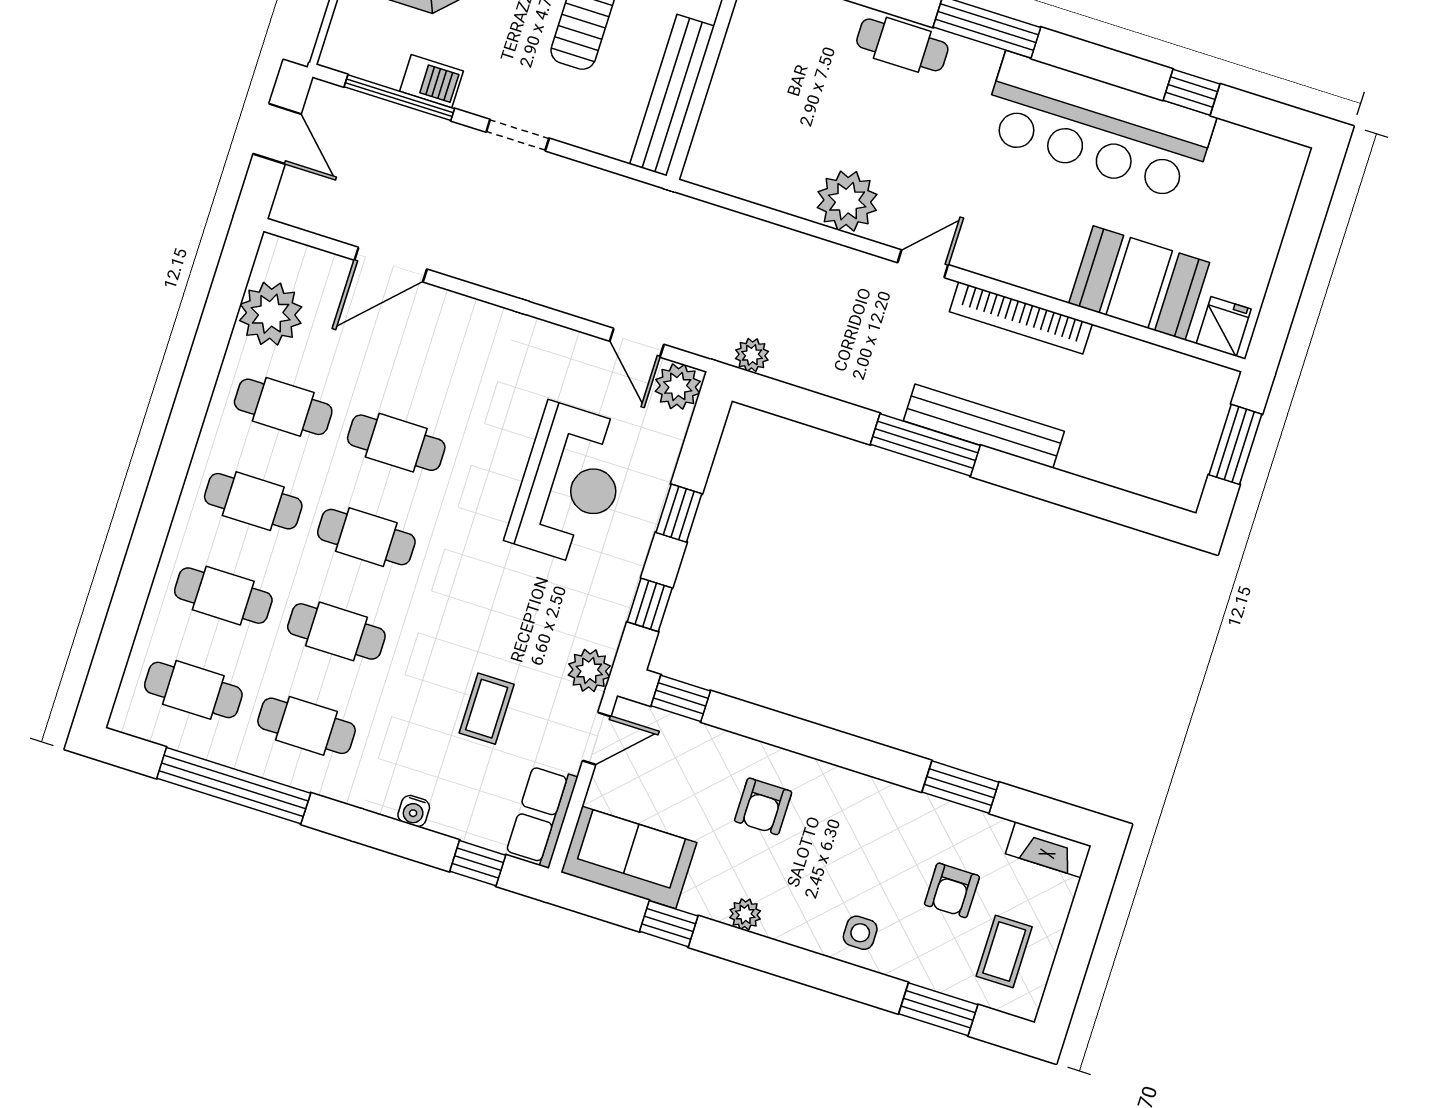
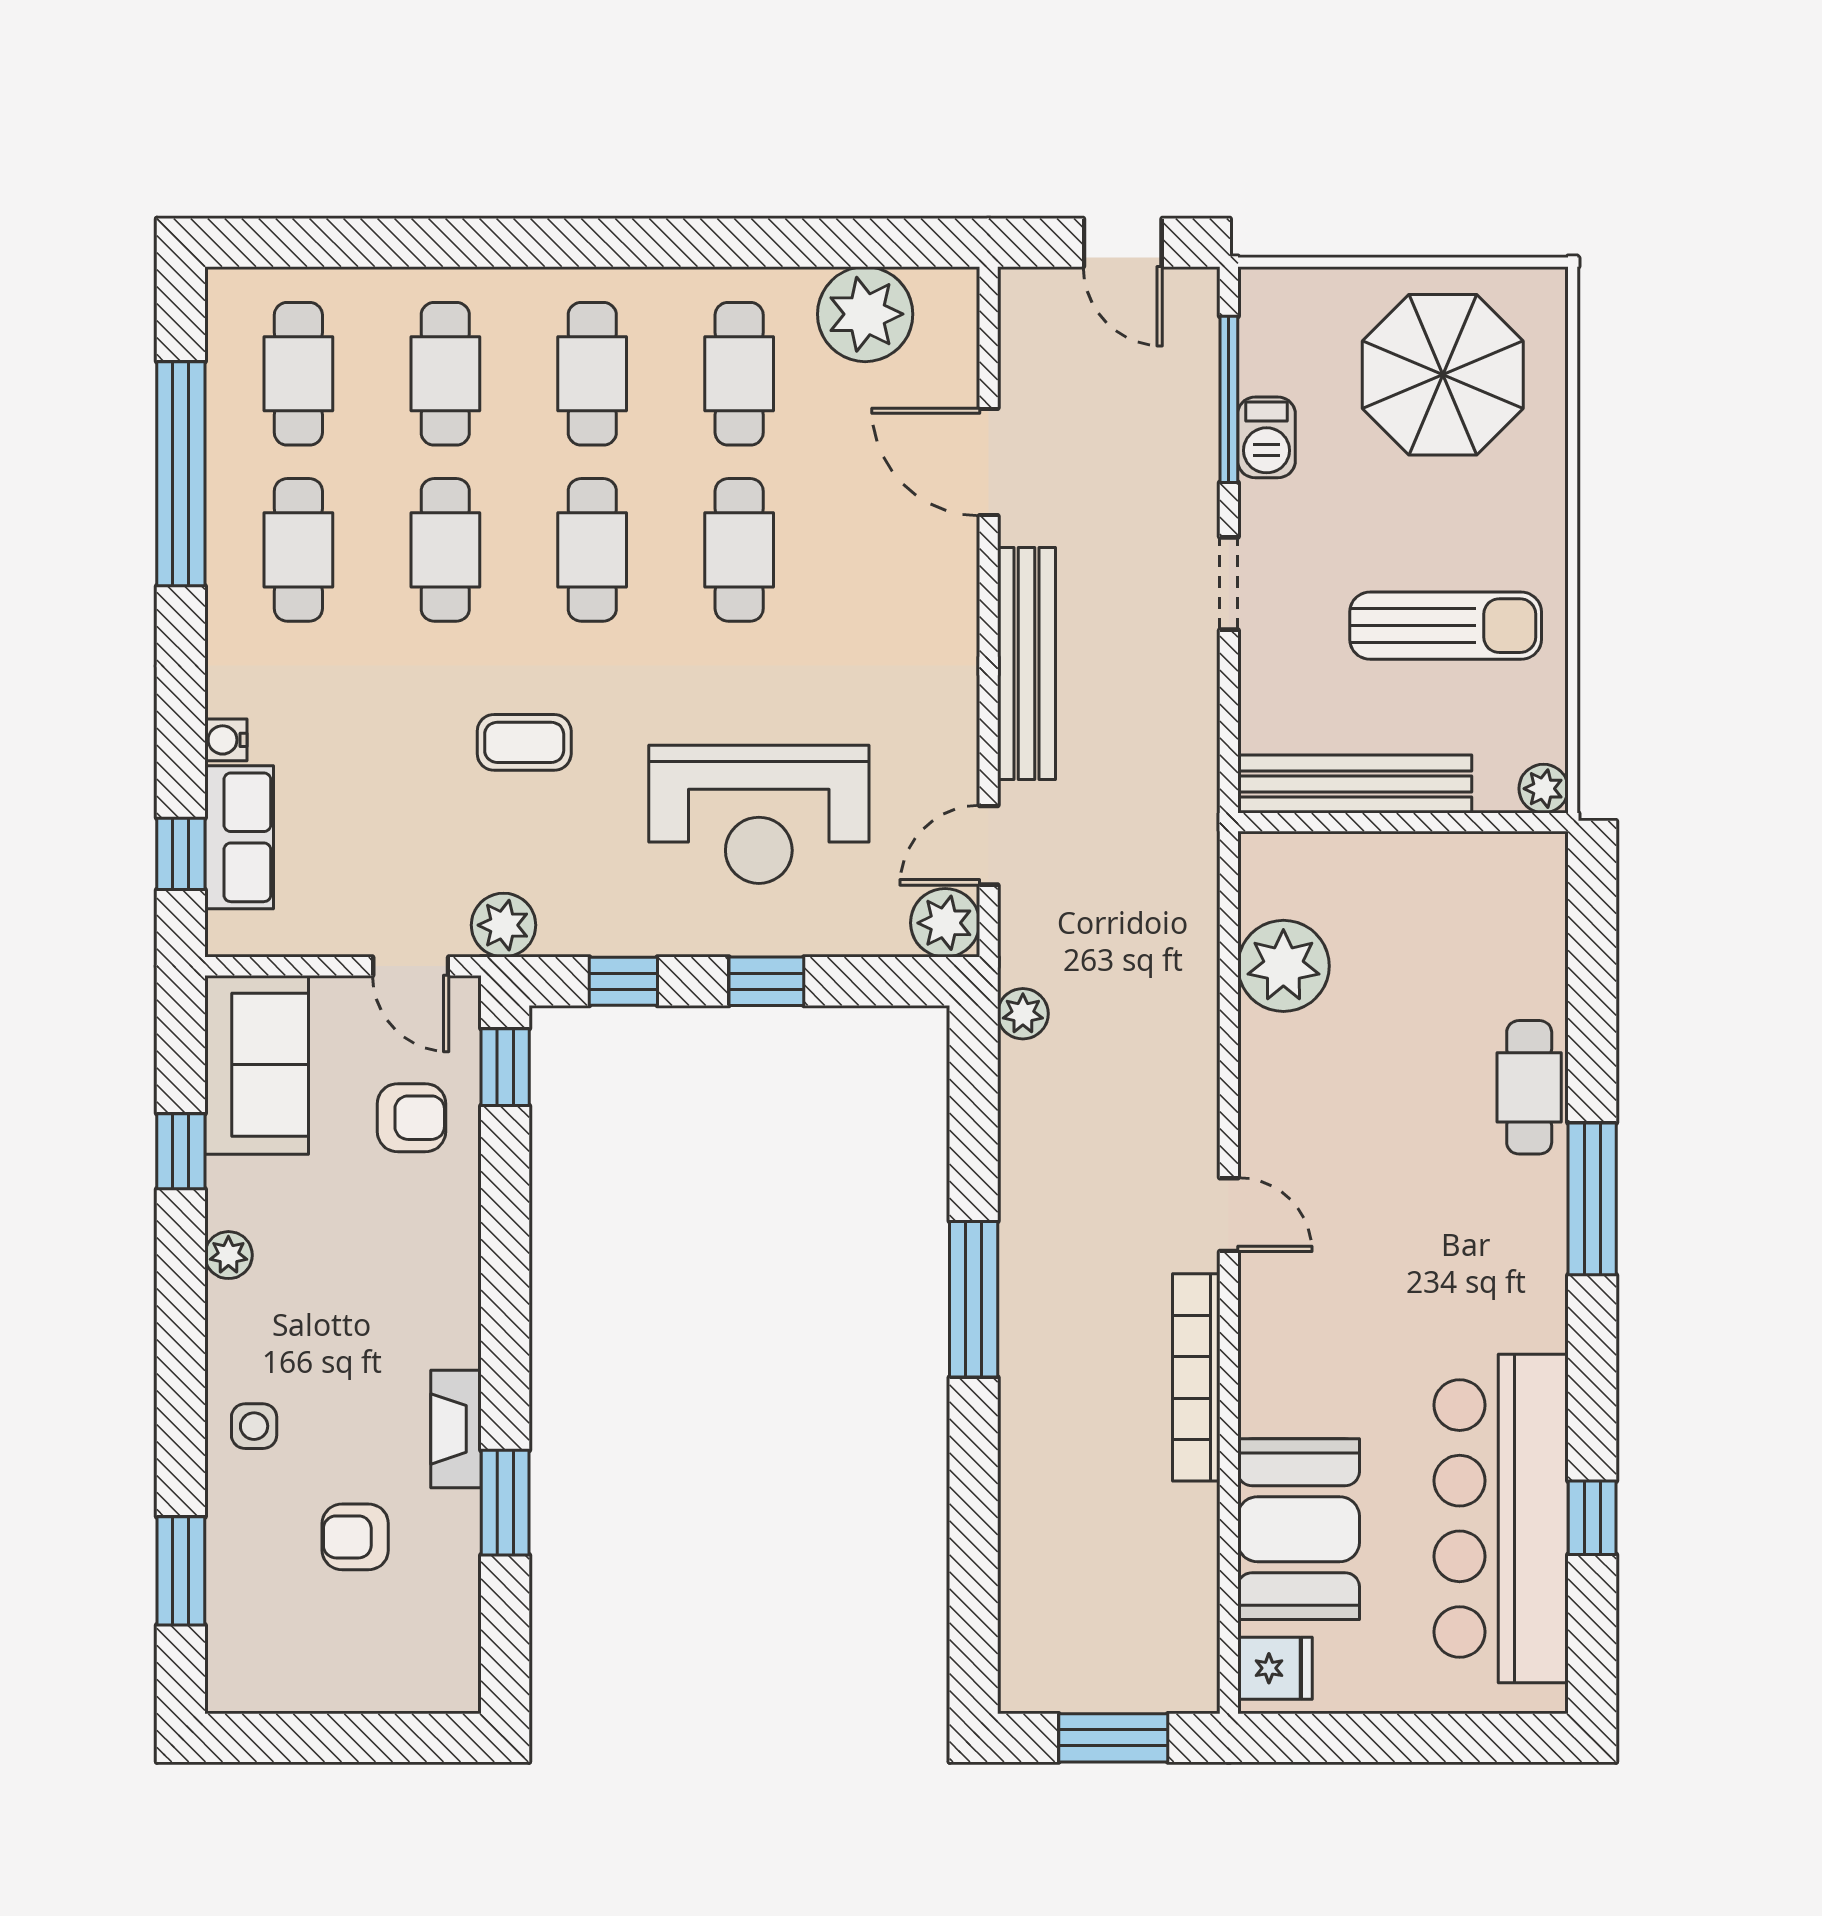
bar counter: (1098, 127) -> (1501, 1519), moved
door: (277, 134) -> (1123, 243), hinge flipped
plant: (847, 201) -> (1283, 966), moved
bench: (984, 426) -> (1026, 664), moved
coffee table: (487, 709) -> (524, 742), moved
armchair: (763, 806) -> (412, 1118), moved, turned 180
row of seats: (542, 816) -> (239, 837), moved, turned 90
fireplace: (1048, 850) -> (456, 1429), moved
coffee table: (1004, 952) -> (292, 1638), removed

